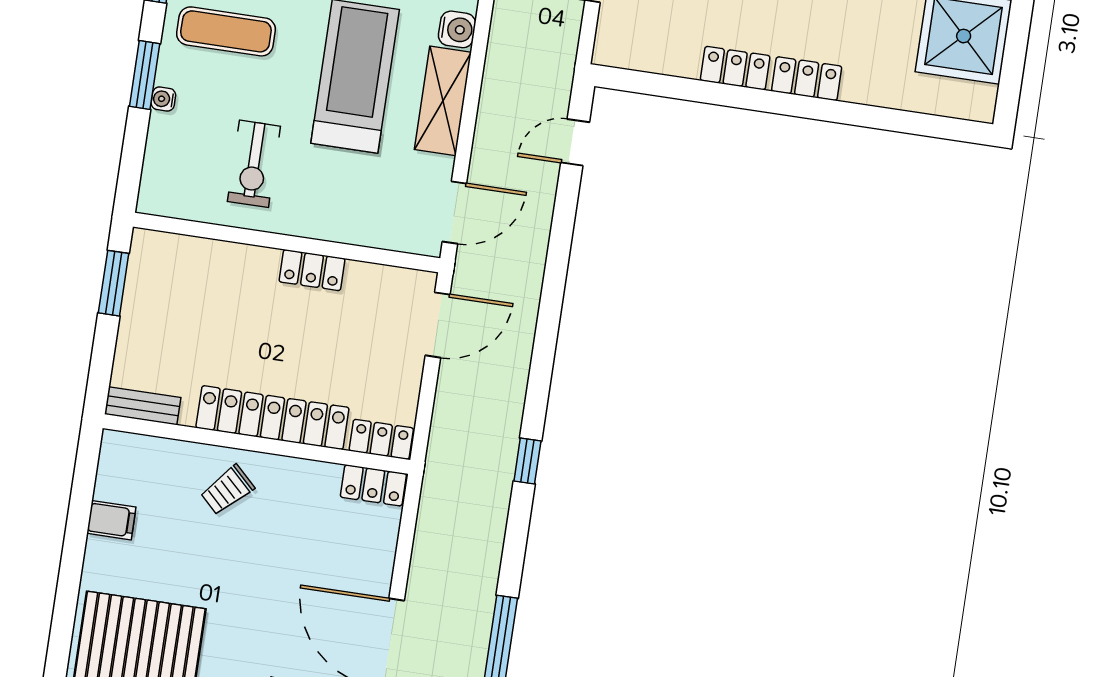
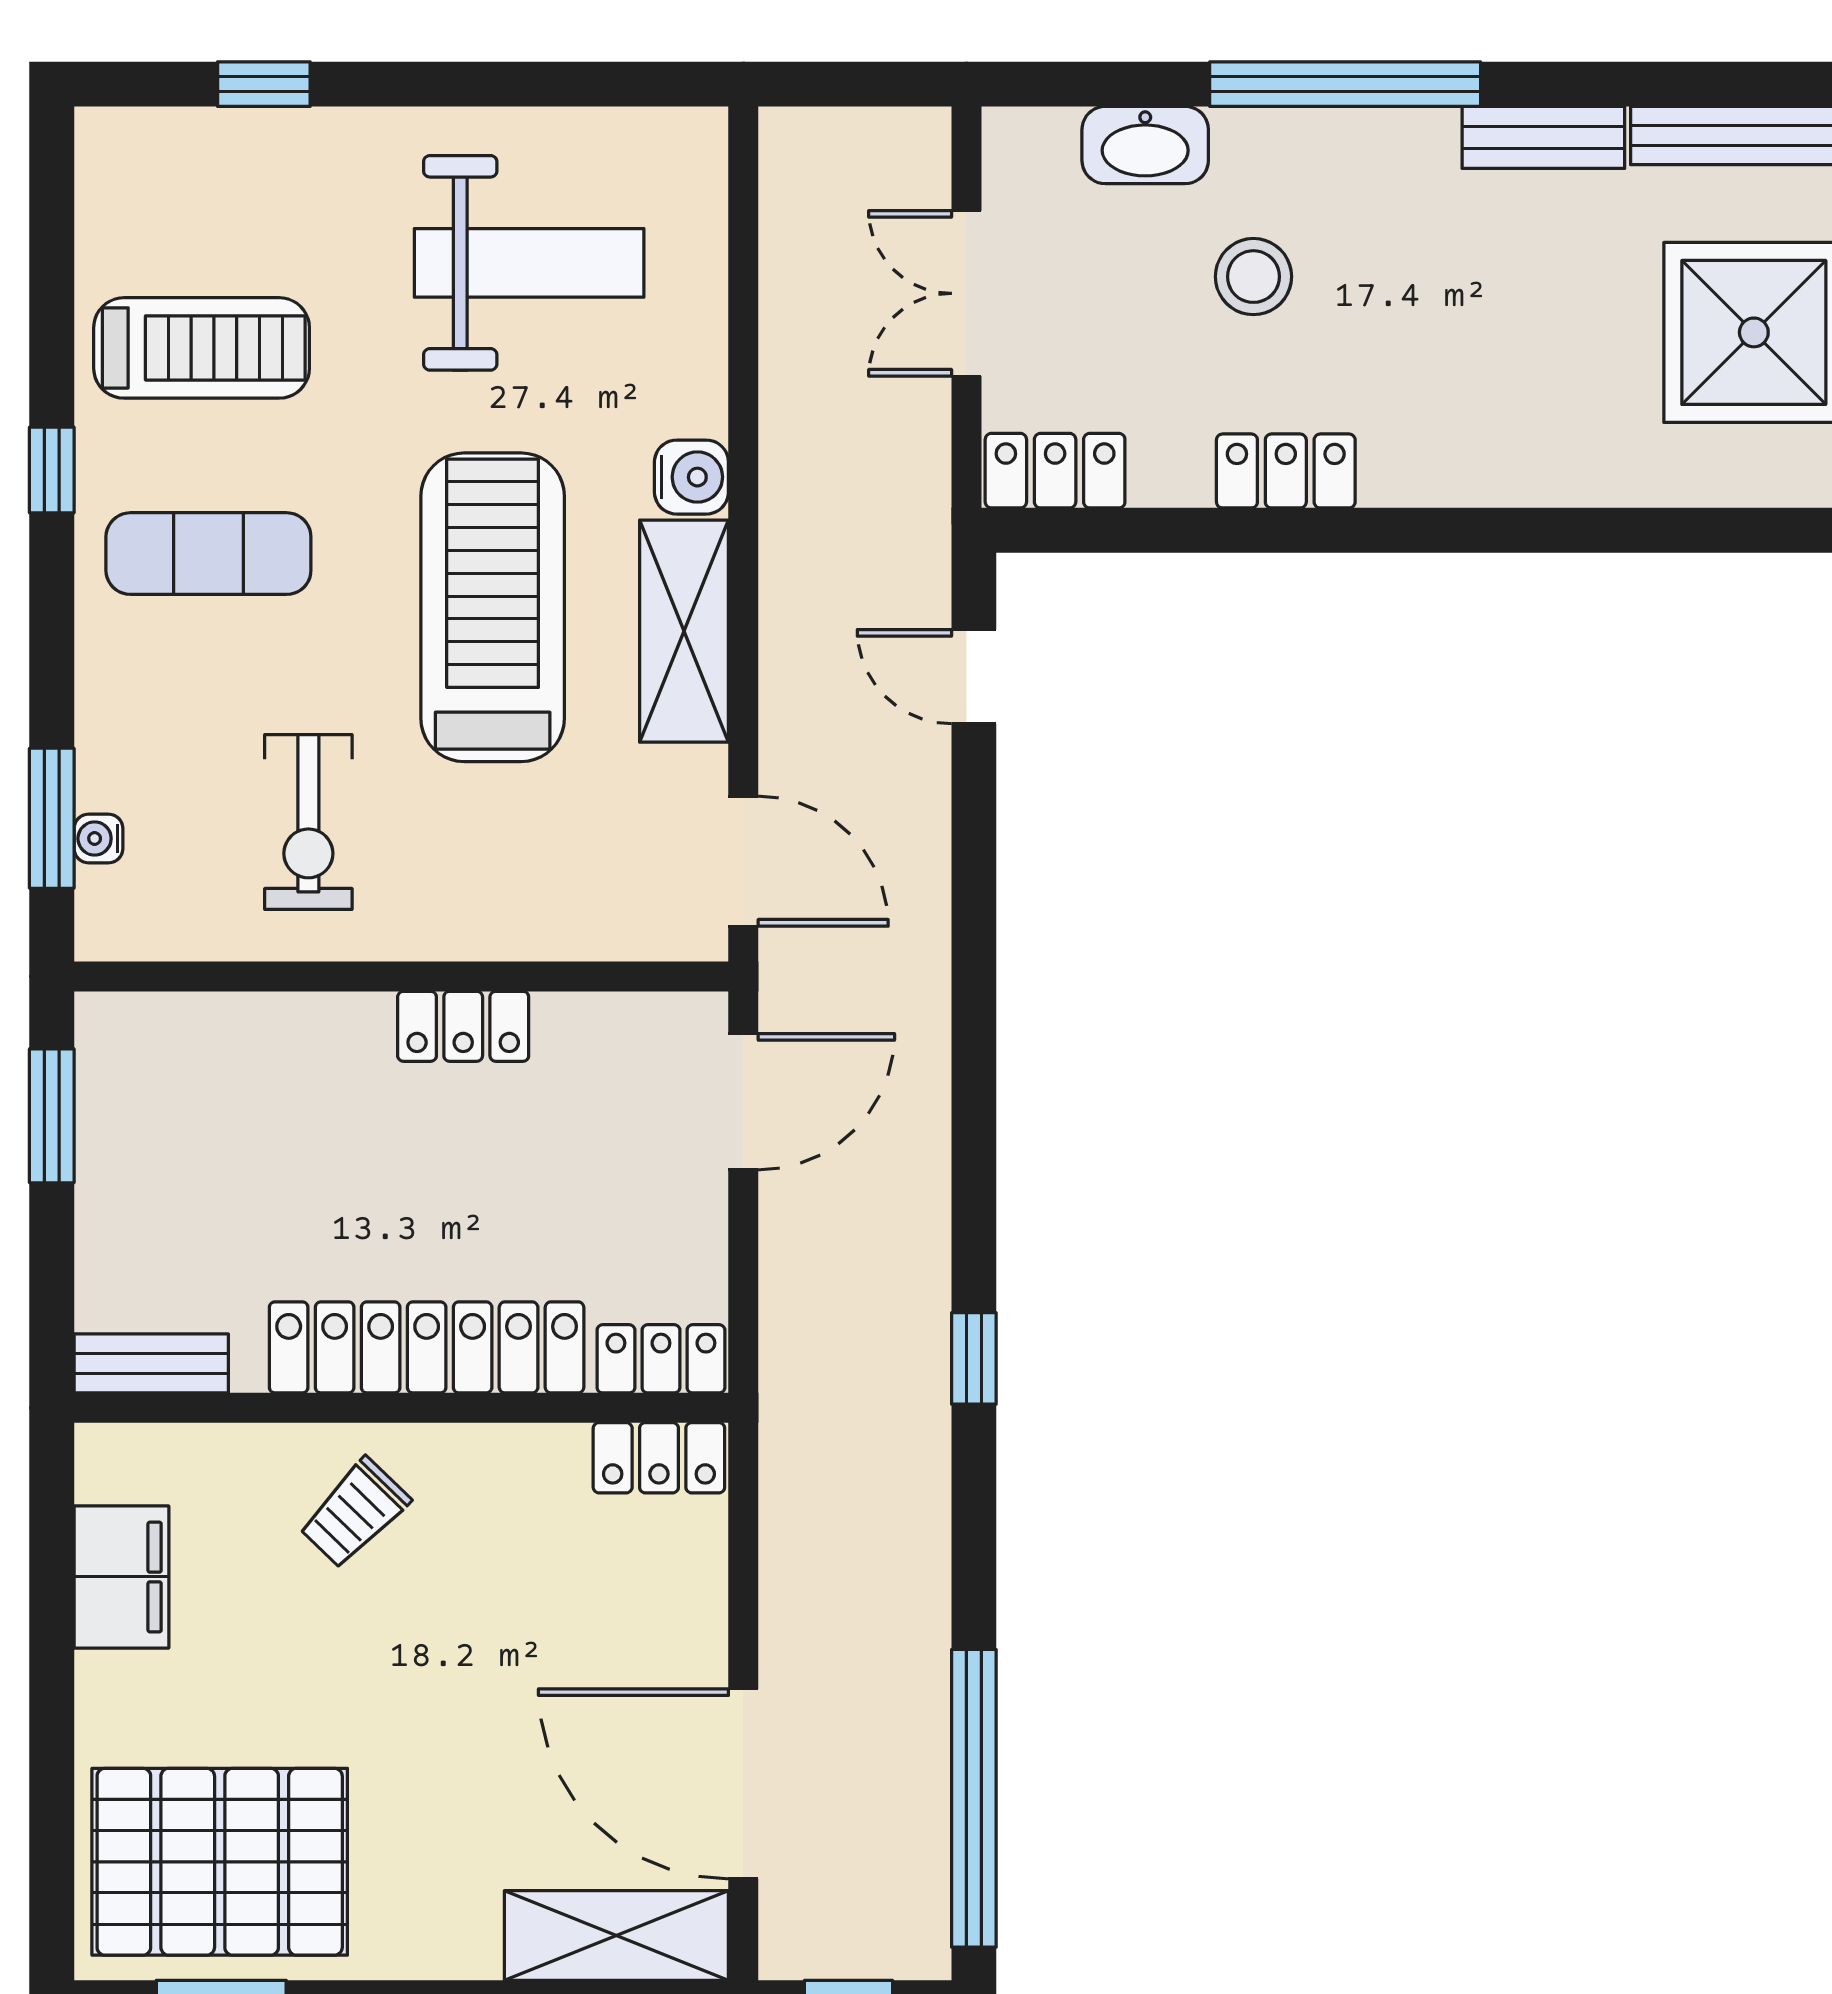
window: (145, 75) -> (52, 818), moved
locker: (807, 79) -> (1055, 471), moved
water cooler: (163, 99) -> (98, 838), moved
door: (575, 142) -> (974, 677), hinge flipped
door: (454, 213) -> (743, 861), hinge flipped
filing cabinet: (111, 520) -> (121, 1577), width x2.00

